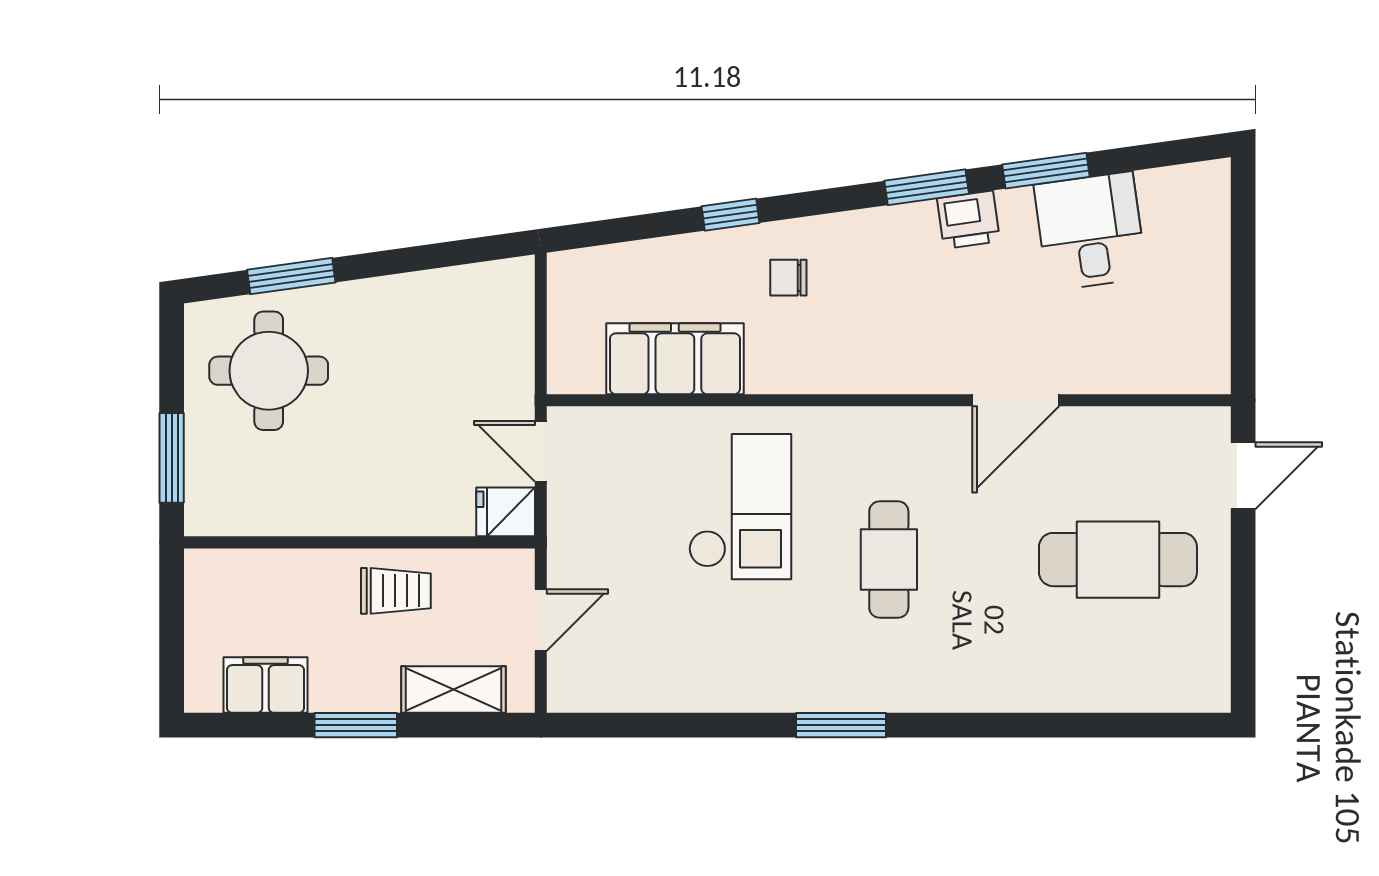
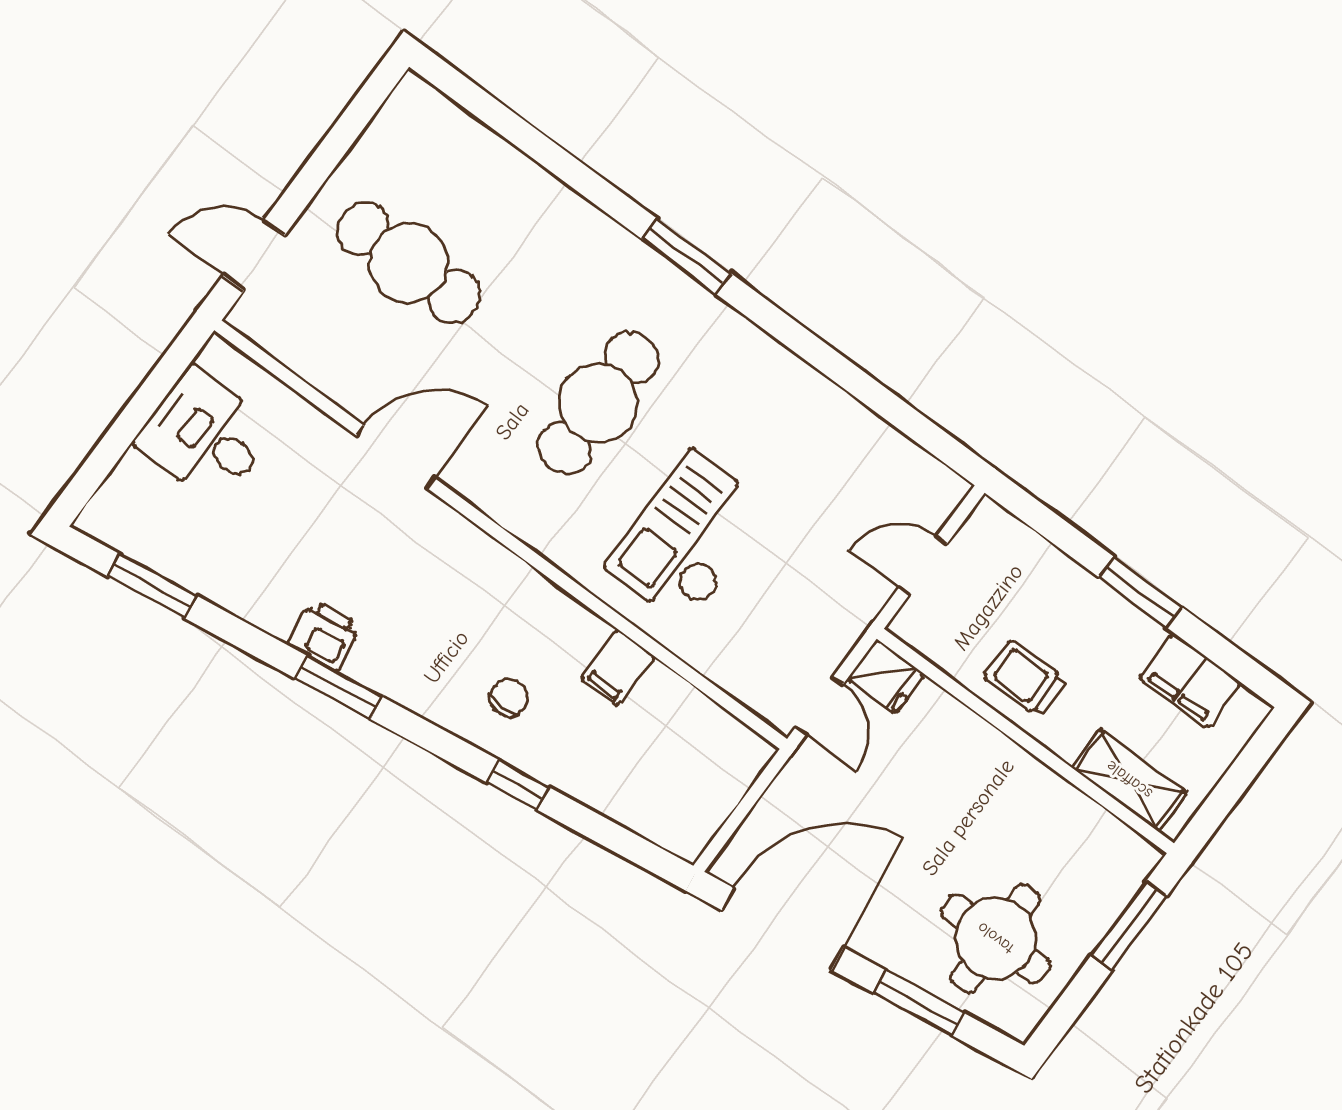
window: (1046, 171) -> (152, 586), moved
desk: (1090, 231) -> (205, 436), moved, turned 98
door: (440, 255) -> (783, 929), added
chair: (788, 278) -> (509, 697), turned -90
filing cabinet: (675, 359) -> (617, 668), width x0.33, depth x0.86
cafe table: (889, 560) -> (598, 403), width x1.37, depth x1.35
shelving: (454, 690) -> (1129, 780), moved
window: (841, 725) -> (686, 256), moved

